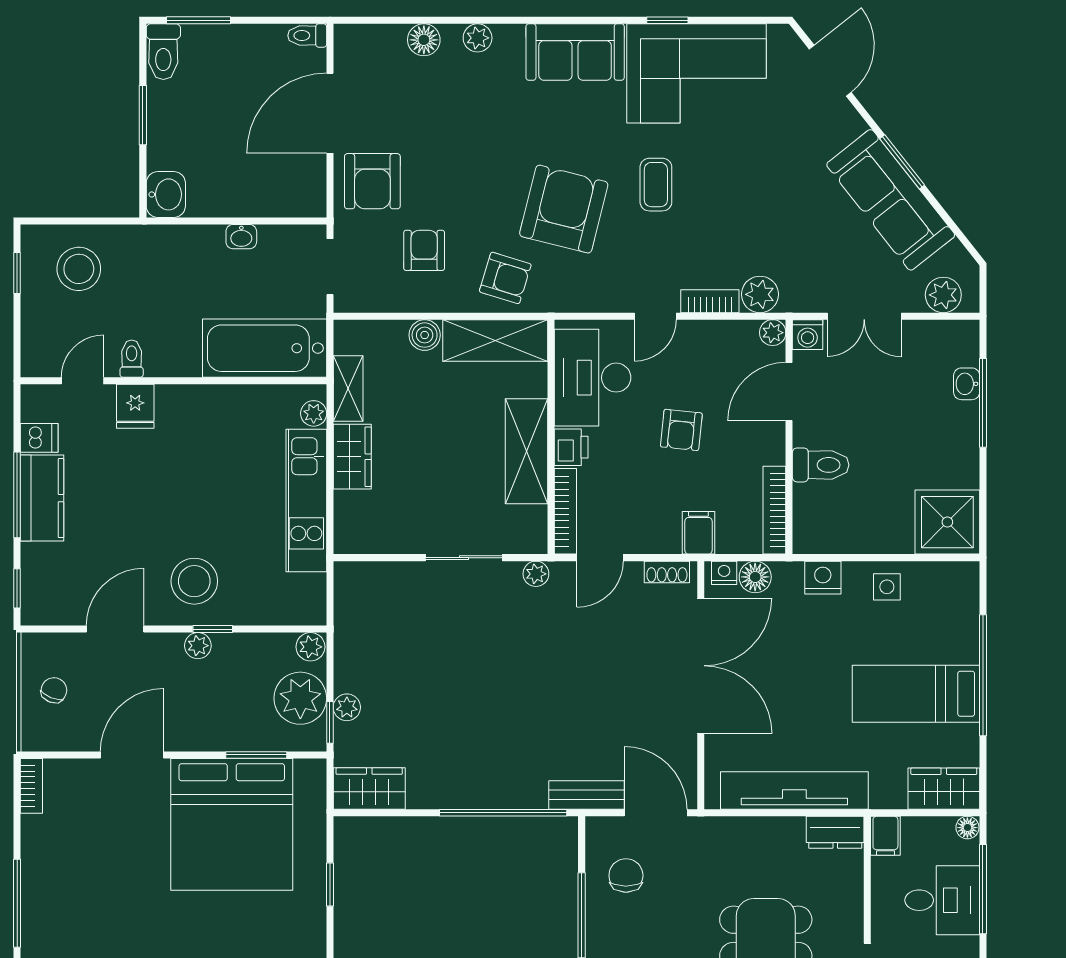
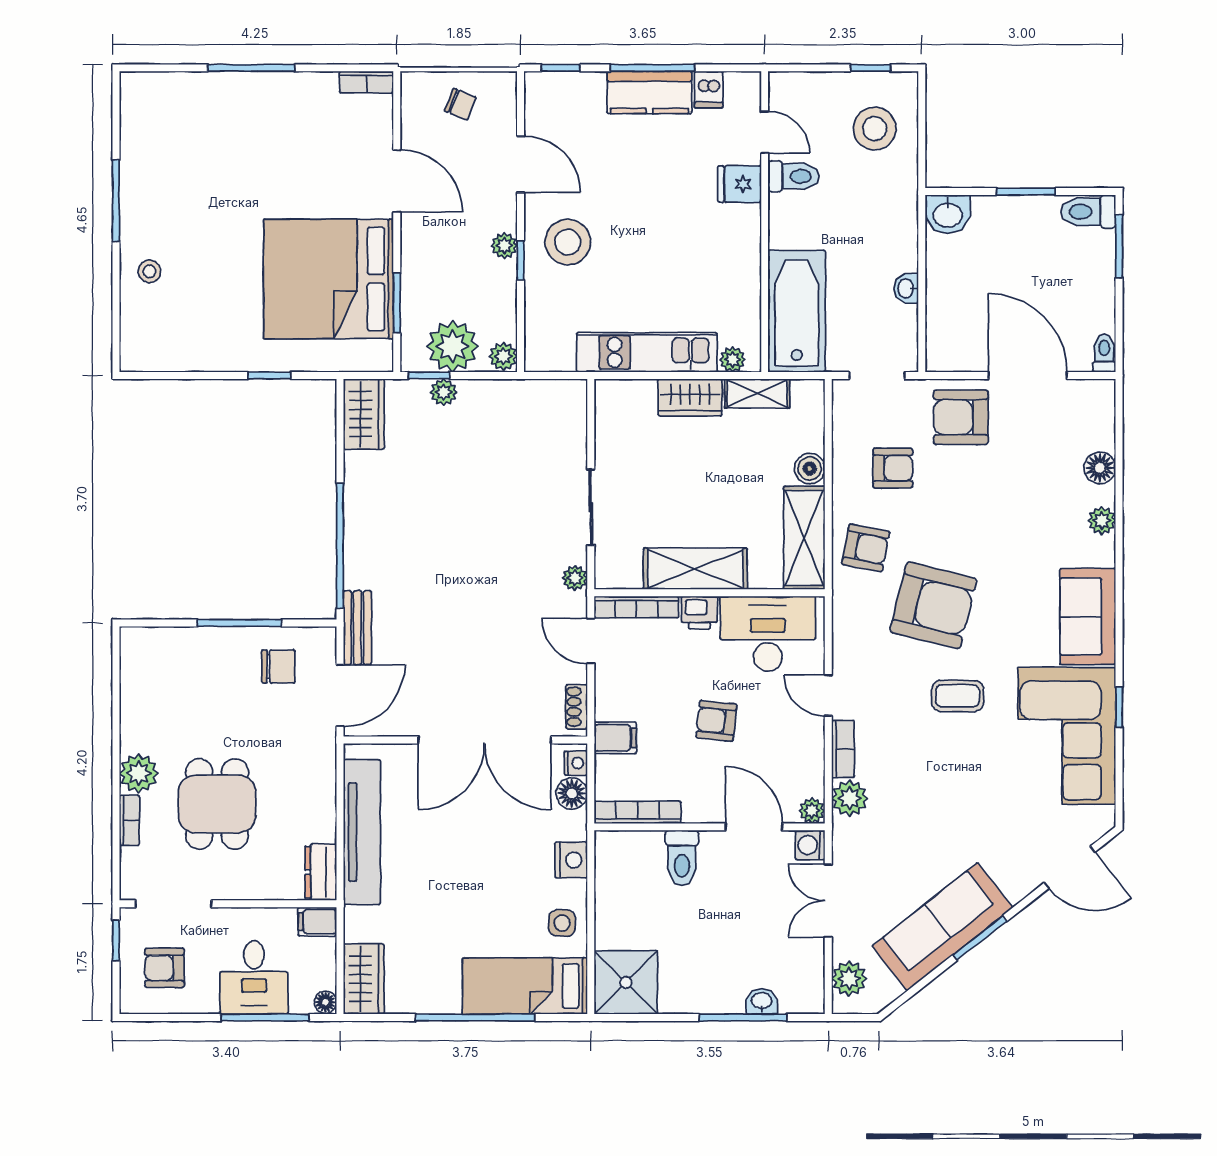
armchair: (505, 278) -> (866, 548), turned -96
toilet: (132, 359) -> (794, 176), width x1.37, depth x1.39
bed: (916, 694) -> (525, 986), moved, turned -90

